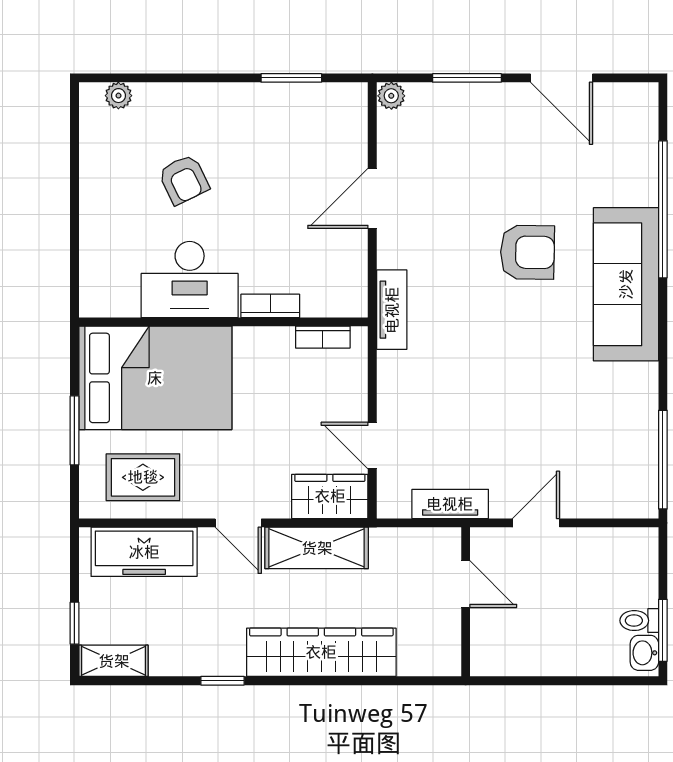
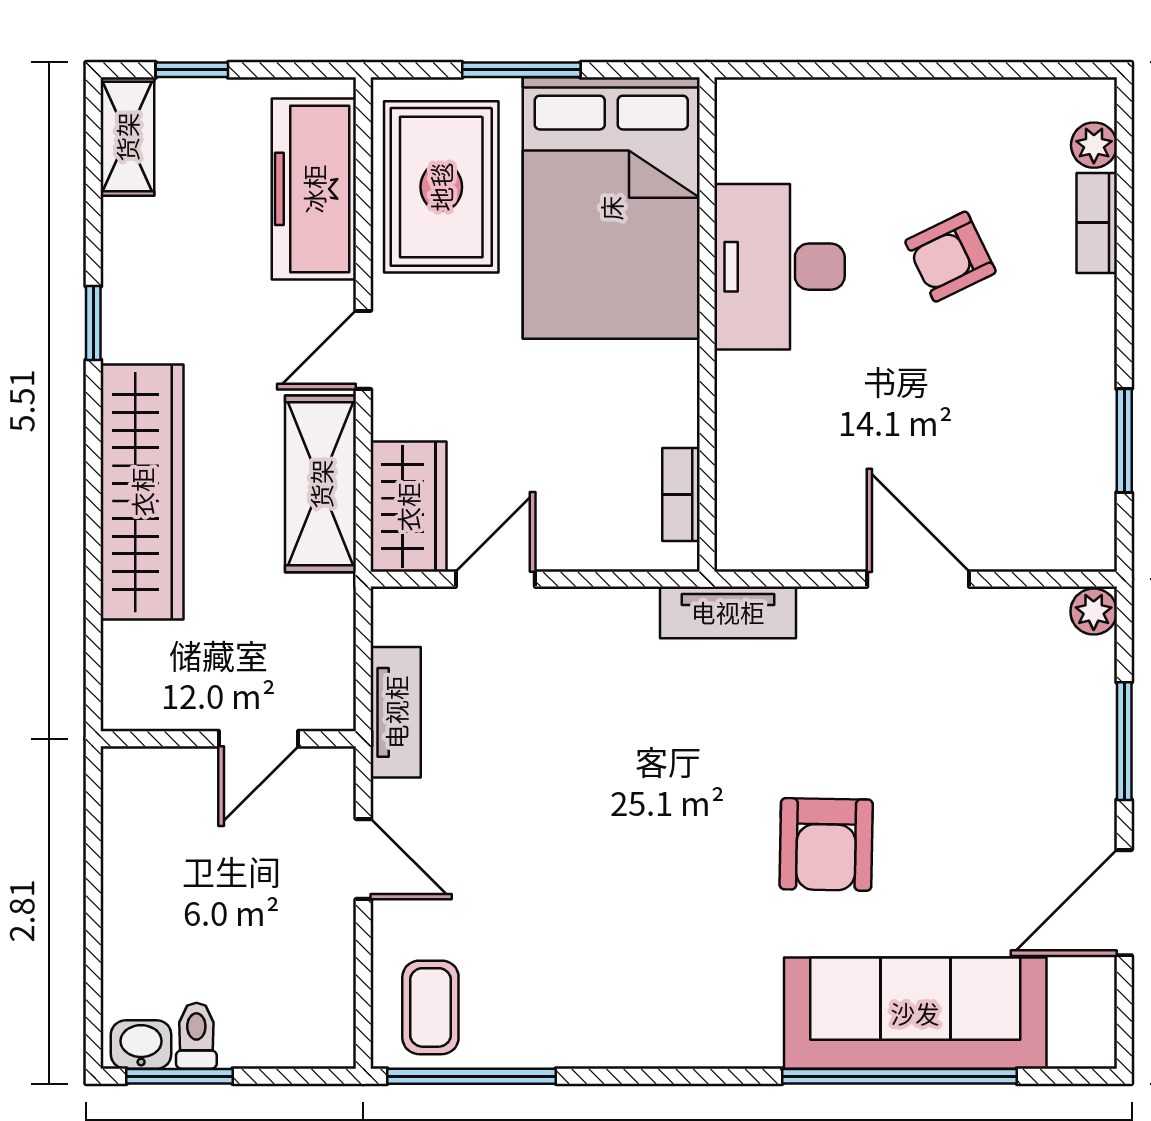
sofa: (626, 284) -> (915, 1013), moved
bookcase: (270, 306) -> (1097, 223), moved, turned 180
rug: (143, 477) -> (441, 187), width x1.36, depth x1.43
coffee table: (623, 484) -> (430, 1007), added

